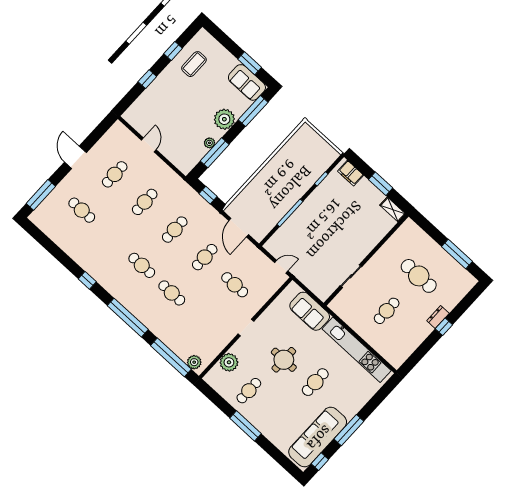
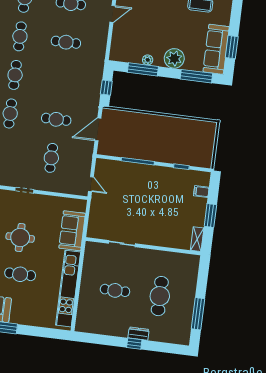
sofa: (247, 82) -> (216, 49), width x1.36
filing cabinet: (351, 173) -> (201, 192), width x0.50
cafe table: (175, 230) -> (20, 36), moved, turned 90

